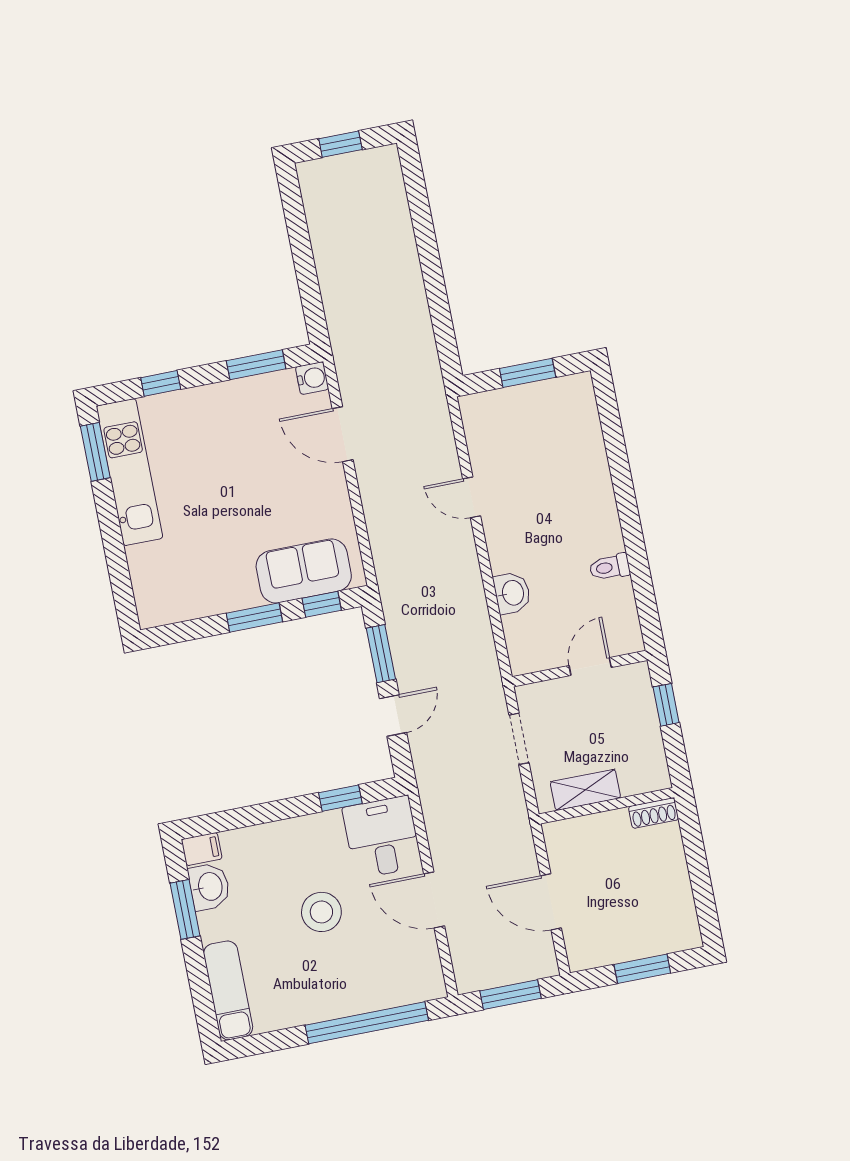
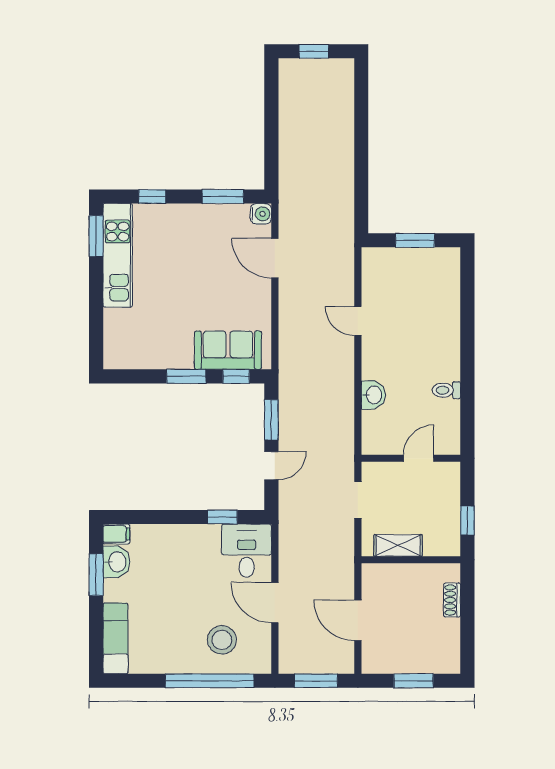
window: (666, 705) -> (467, 520), moved
shoe rack: (654, 813) -> (452, 600), moved, turned 90
stool: (321, 912) -> (222, 640), moved

